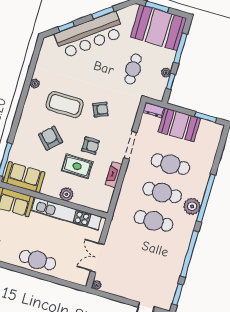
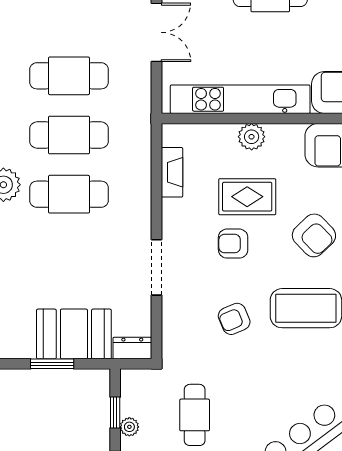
window: (206, 117) -> (52, 364), moved
cafe table: (170, 164) -> (69, 76), moved
fireplace: (114, 175) -> (172, 172), moved

